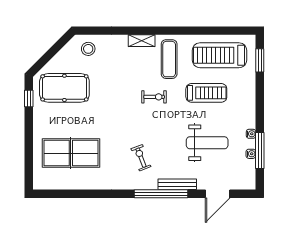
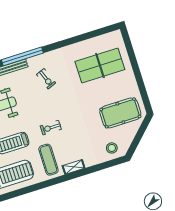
window: (29, 98) -> (145, 96), removed

